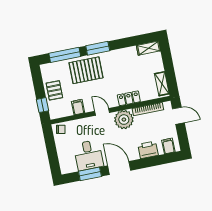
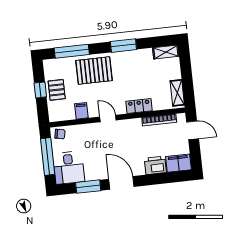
window: (98, 48) -> (123, 46), moved
window: (43, 105) -> (40, 90), moved
plant: (124, 120) -> (131, 129), removed
filing cabinet: (168, 146) -> (178, 163), width x2.00
window: (52, 150) -> (48, 157), added
desk: (88, 155) -> (69, 168), moved

